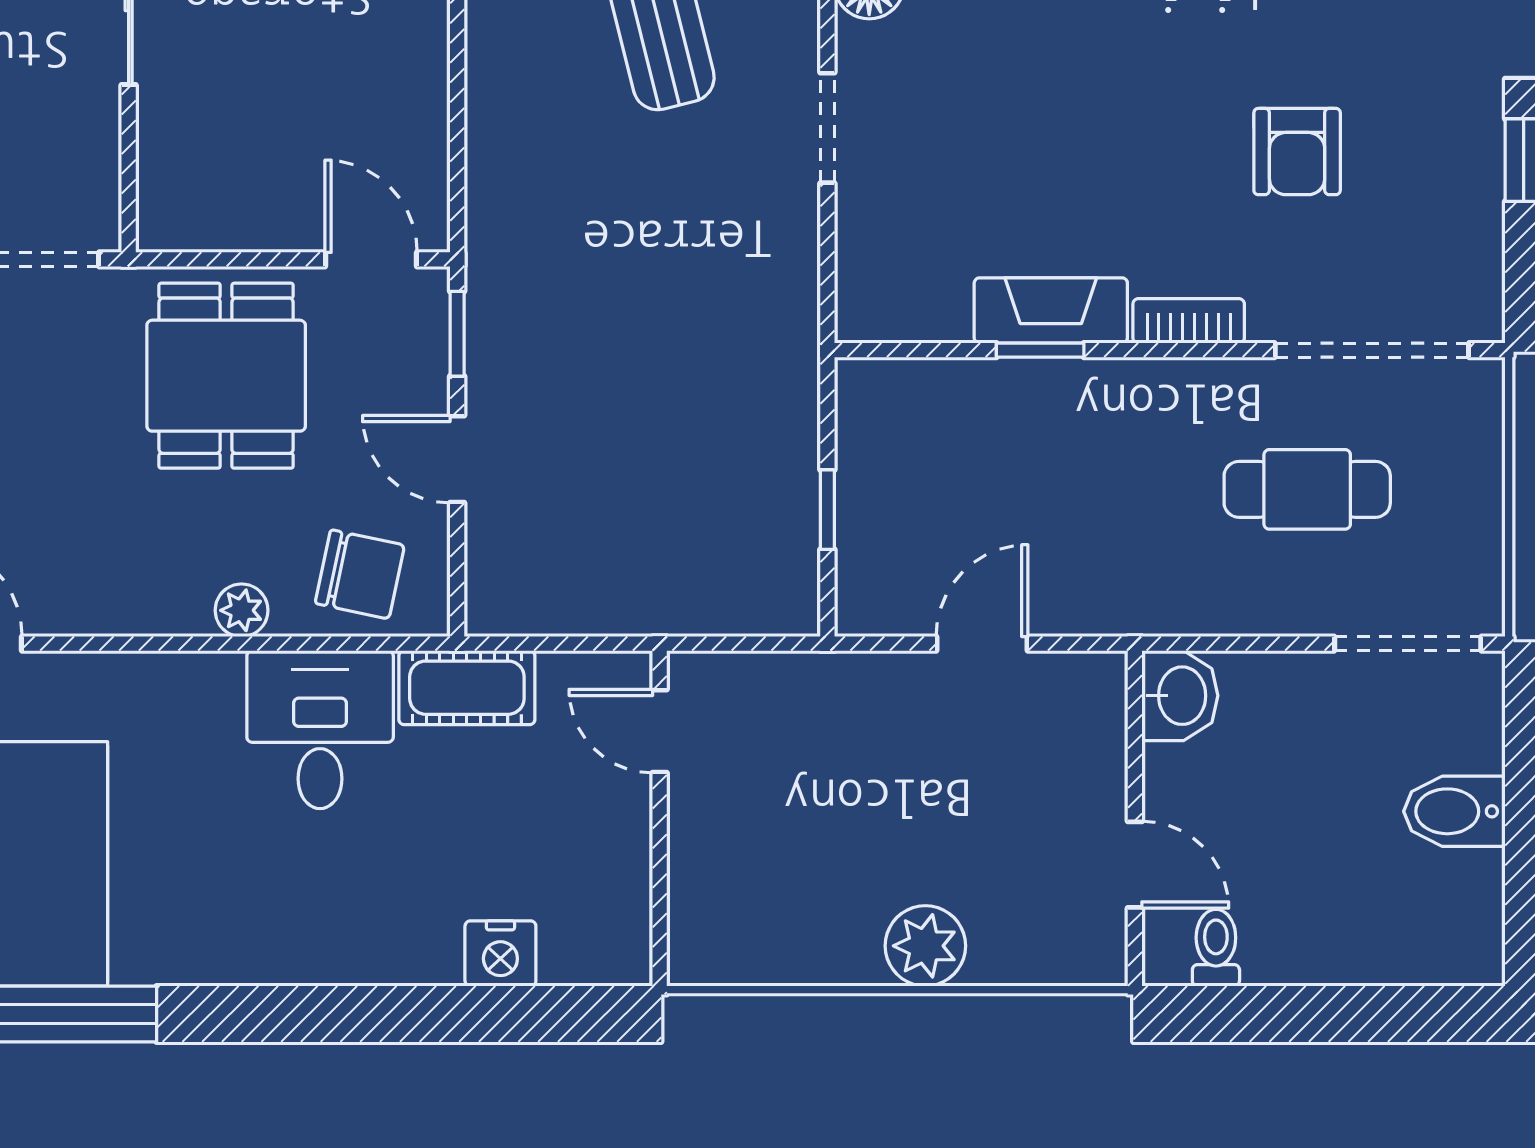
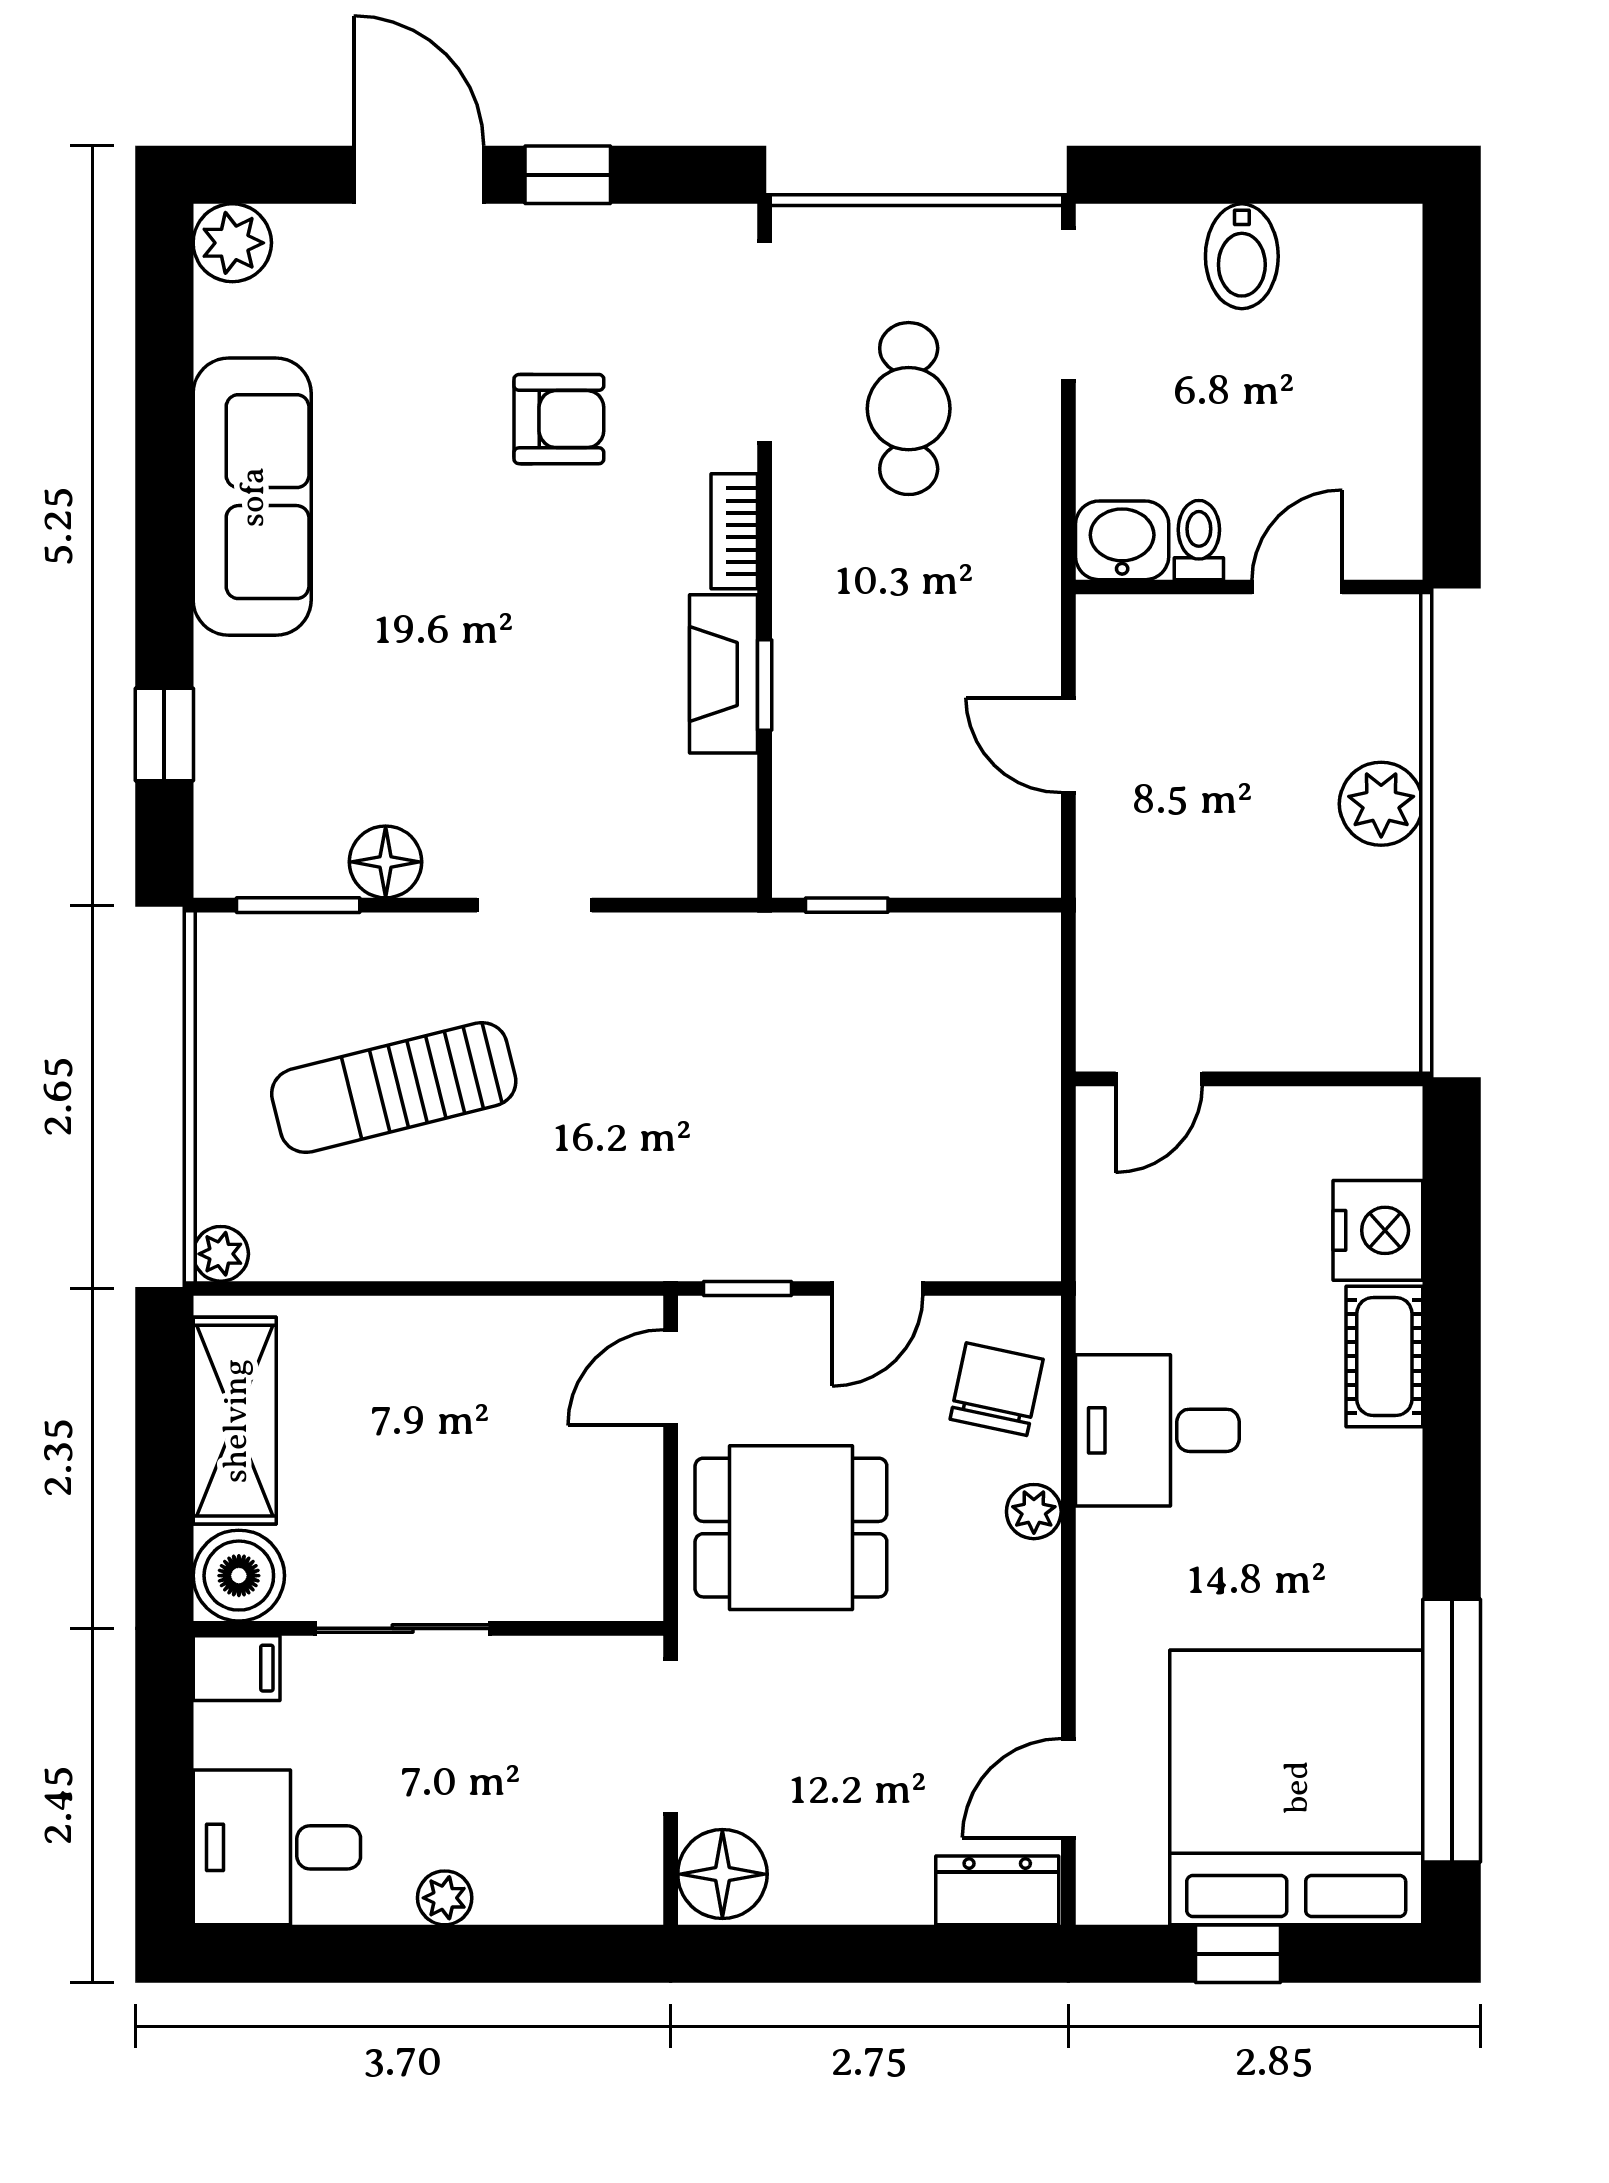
window: (827, 510) -> (847, 905), moved
cot: (467, 688) -> (1384, 1356), moved
toilet: (1216, 948) -> (1199, 540), moved, turned 90
nightstand: (500, 953) -> (1378, 1230), width x1.36, depth x1.33

